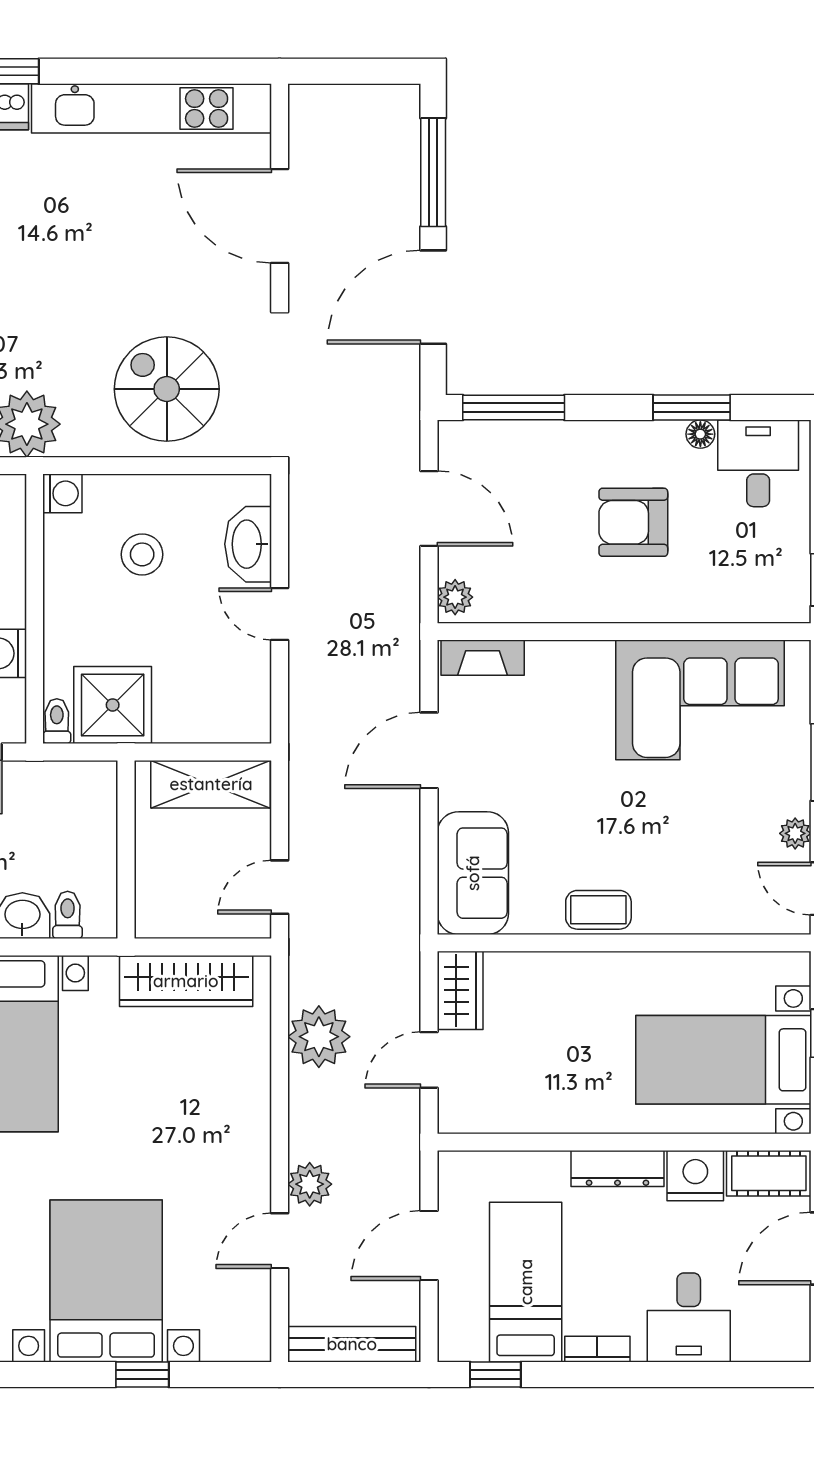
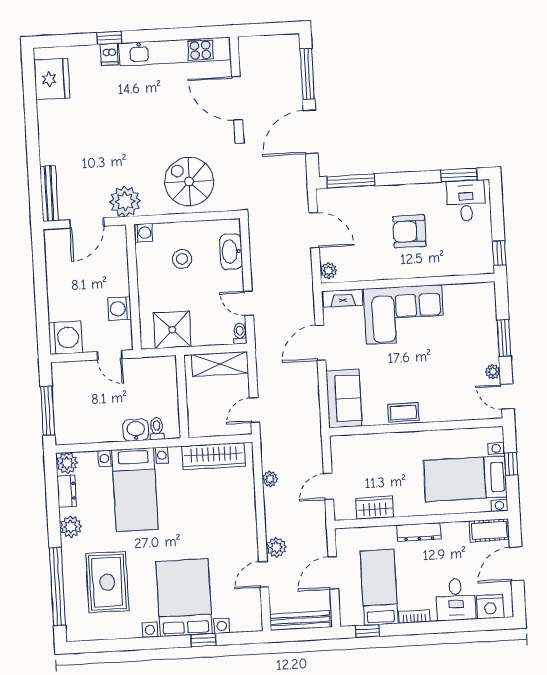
window: (692, 407) -> (459, 175), moved
floor lamp: (700, 434) -> (438, 189), removed
door: (280, 614) -> (249, 303), moved
corner sofa: (700, 700) -> (404, 314), moved
toilet: (57, 721) -> (240, 334), moved
wardrobe: (460, 990) -> (375, 508), moved, turned -90
plant: (319, 1037) -> (270, 479), width x0.53, depth x0.53
nightstand: (695, 1176) -> (490, 607), moved, turned 180

